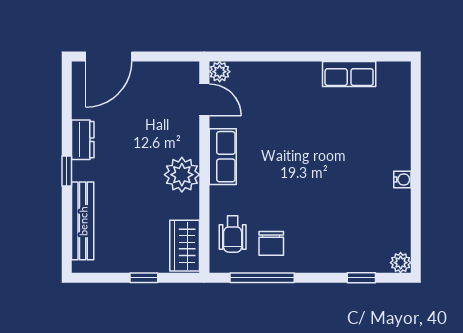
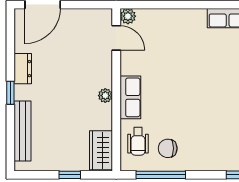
row of seats: (223, 157) -> (130, 97), moved
plant: (182, 175) -> (105, 96), width x0.53, depth x0.53
chair: (271, 243) -> (168, 148), turned 90

